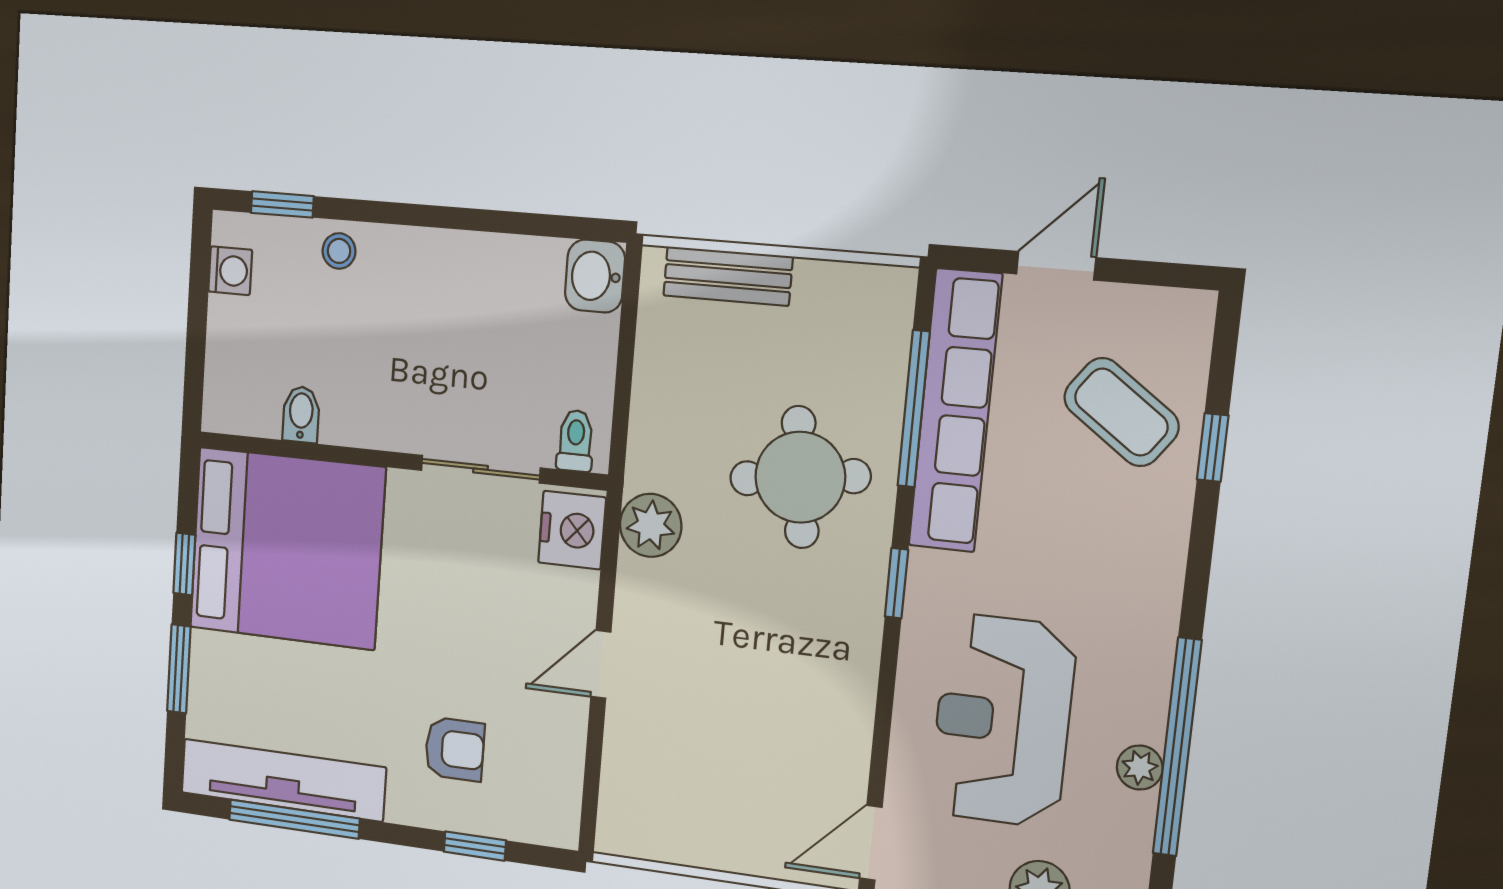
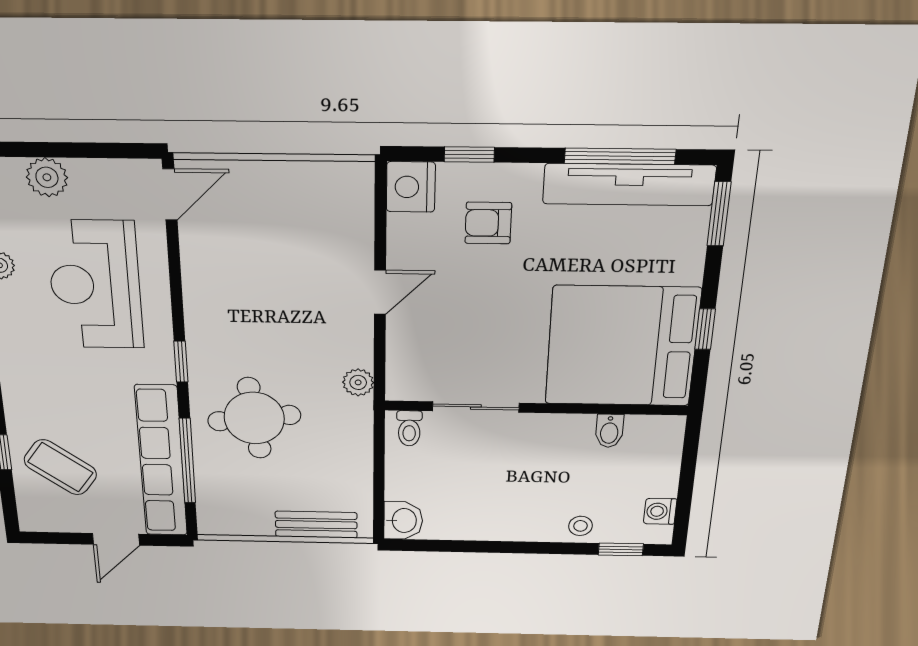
plant: (651, 525) -> (358, 382), width x0.73, depth x0.73
nightstand: (572, 530) -> (411, 187), moved
window: (179, 669) -> (719, 214), moved
reception desk: (1002, 720) -> (95, 285), turned 180

